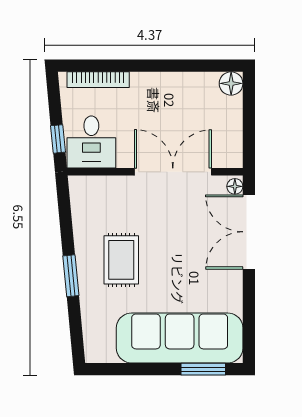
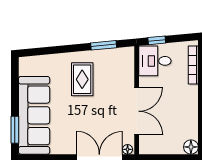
rug: (121, 260) -> (82, 79), turned 90
window: (71, 276) -> (104, 45), moved

